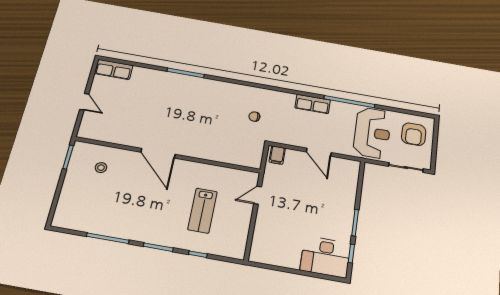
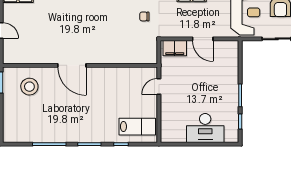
filing cabinet: (277, 155) -> (175, 48), width x2.00
stool: (101, 168) -> (29, 87), width x1.89, depth x1.89
lab bench: (203, 211) -> (137, 127), moved, turned -90
desk: (325, 257) -> (205, 128), moved

